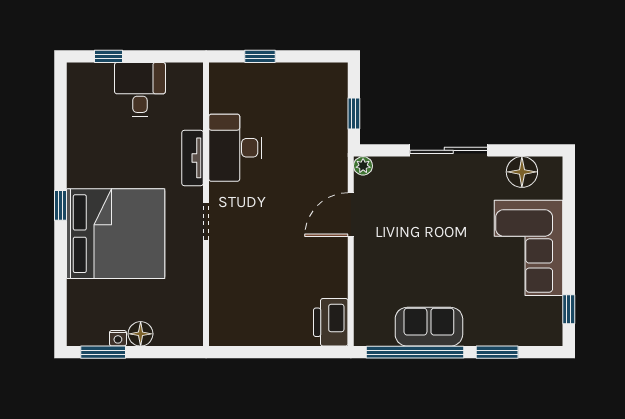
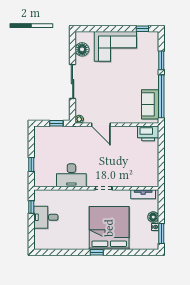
window: (109, 56) -> (31, 207), moved
tv unit: (193, 158) -> (143, 194), moved
sofa: (429, 327) -> (150, 104), moved

